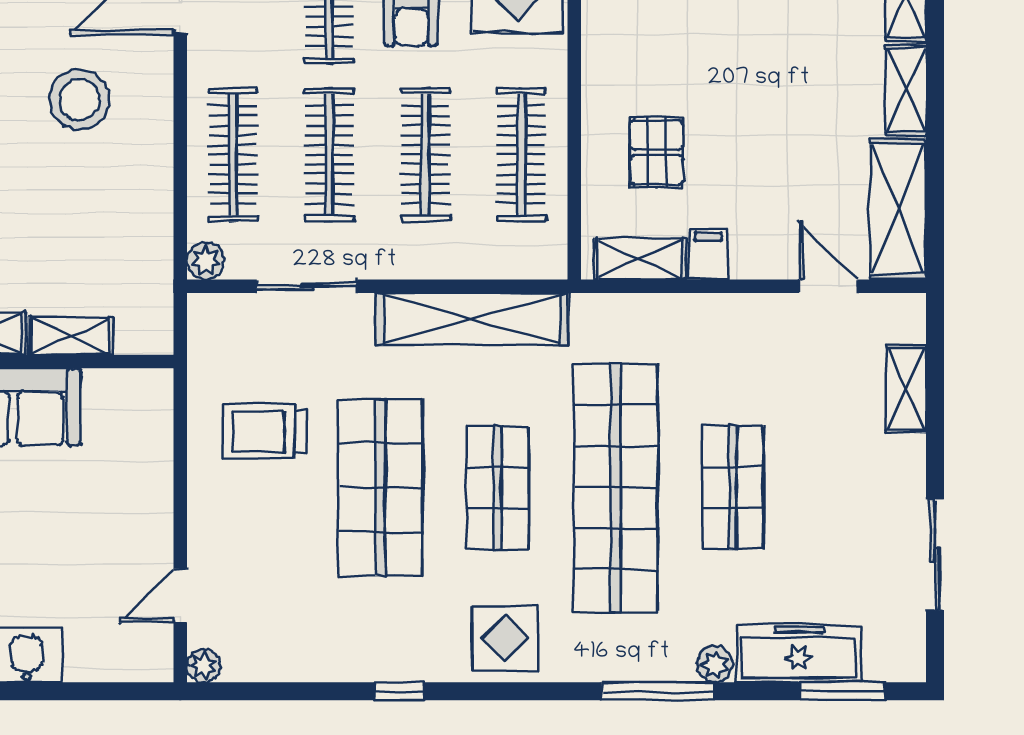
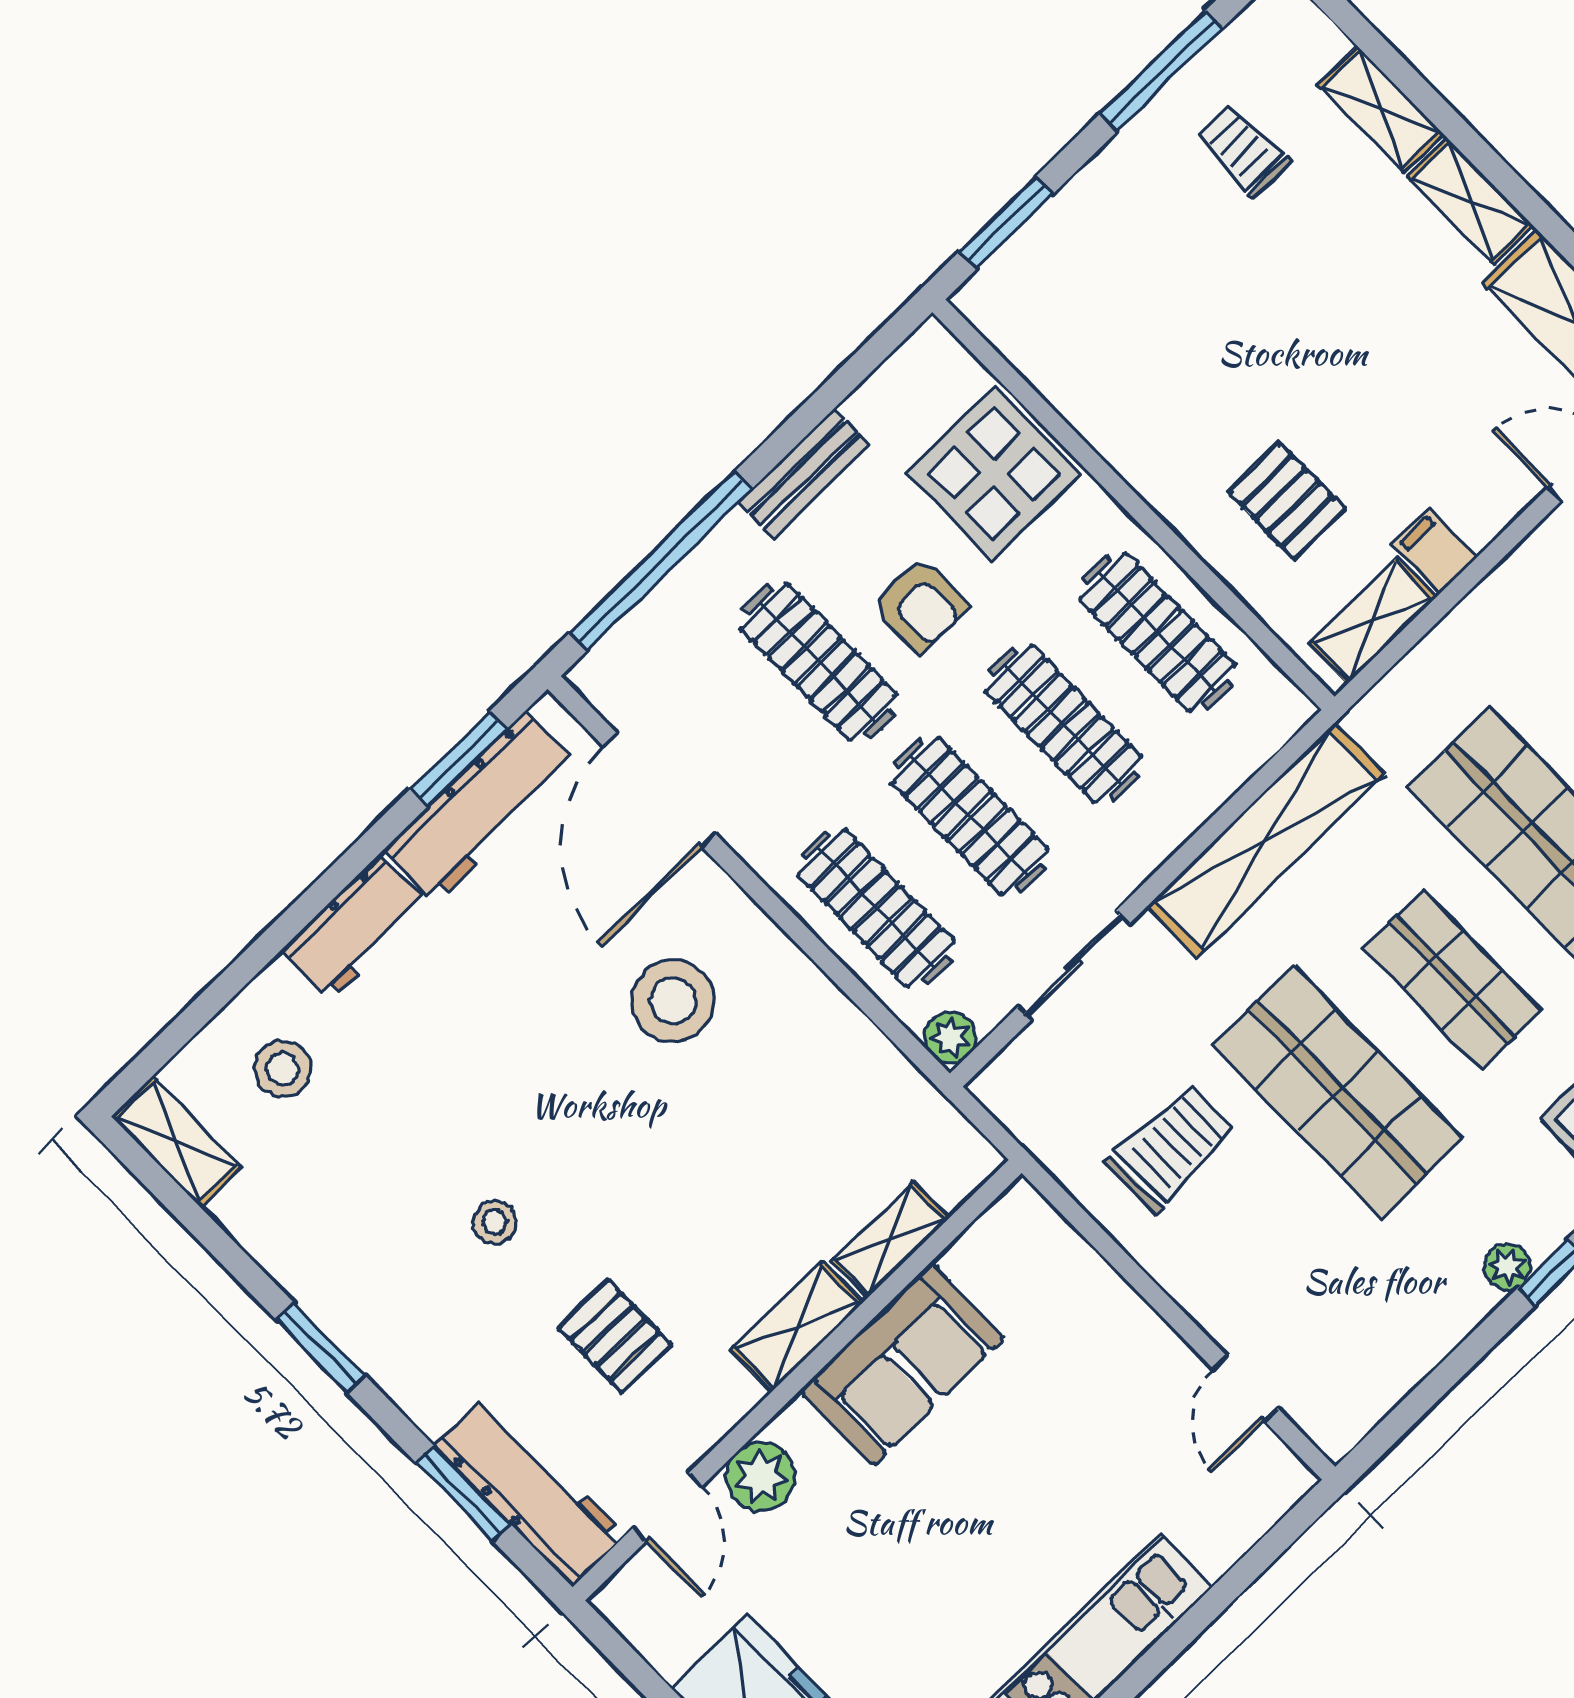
trolley: (264, 431) -> (1171, 1148), turned 180
plant: (203, 666) -> (1507, 1267), moved

